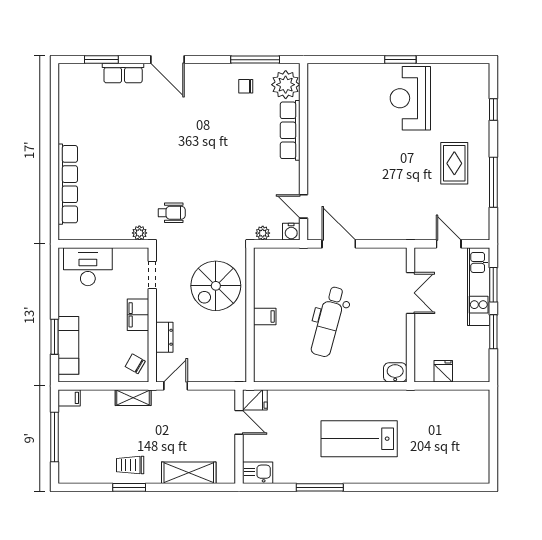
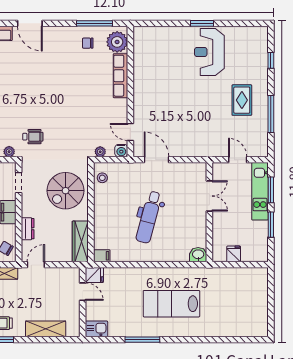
stool: (265, 268) -> (102, 178), added
filing cabinet: (265, 316) -> (102, 256), moved
wardrobe: (236, 355) -> (80, 241), added

